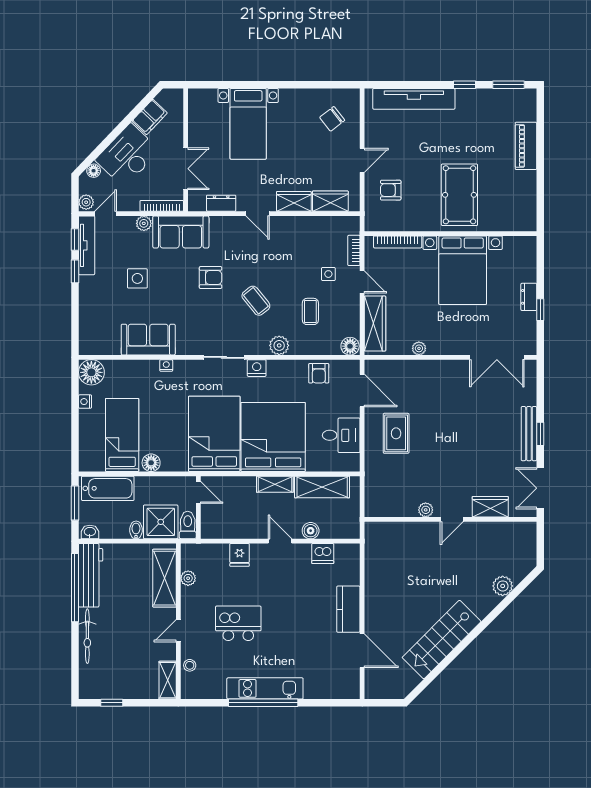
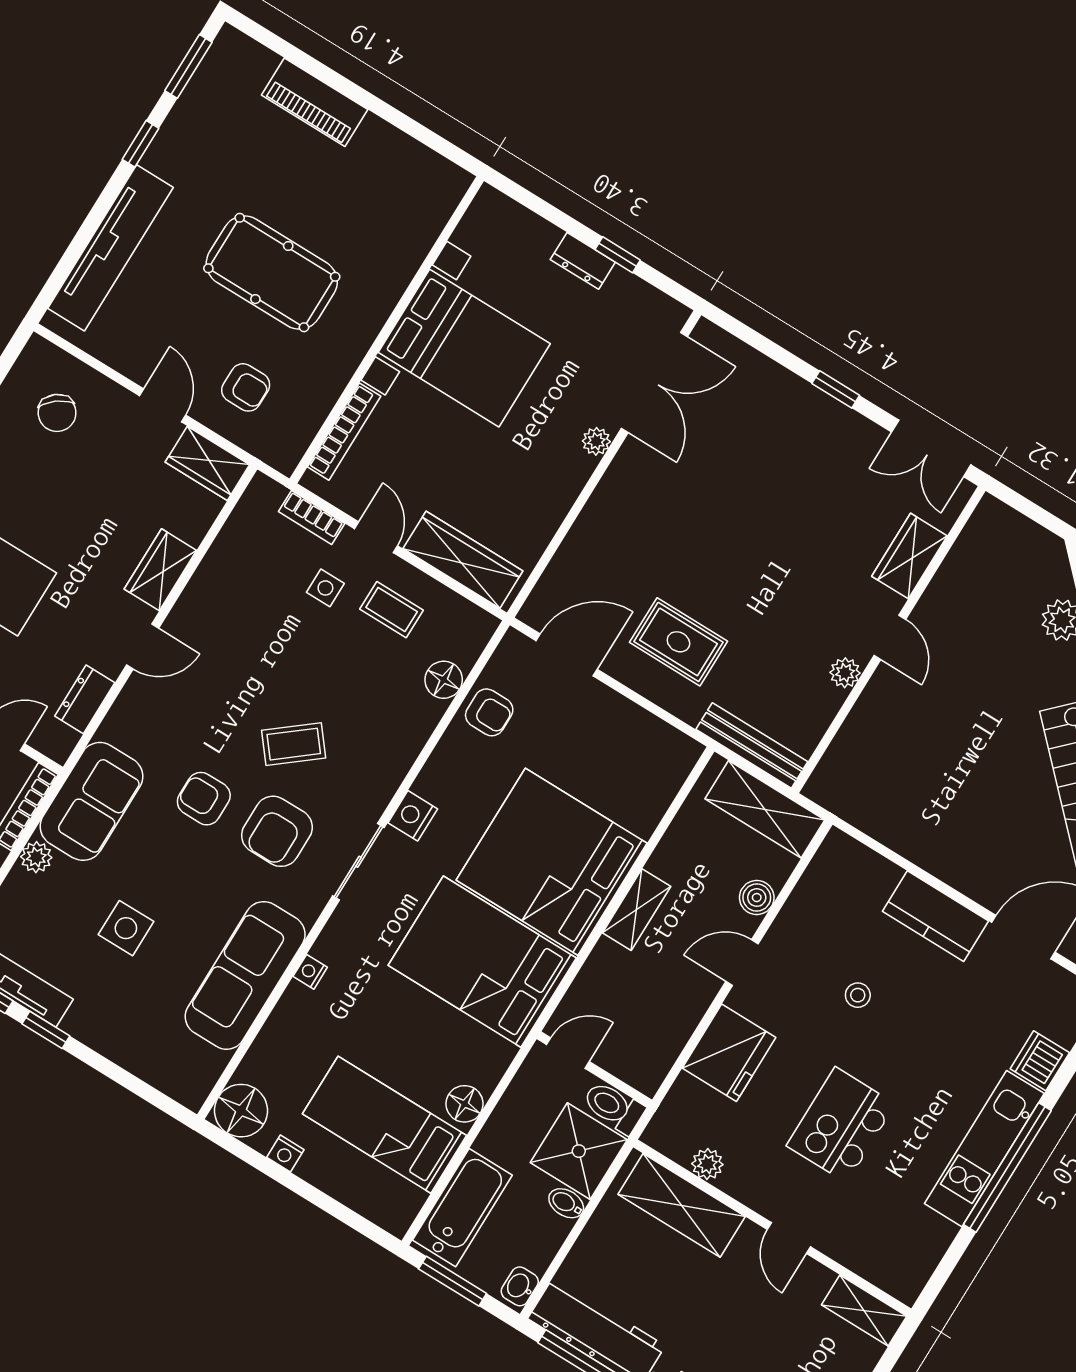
armchair: (391, 190) -> (246, 387), turned -90
pool table: (459, 195) -> (272, 273), moved
wardrobe: (330, 201) -> (207, 463), moved, turned -90
armchair: (211, 278) -> (204, 799), turned -90
door: (362, 282) -> (376, 537), hinge flipped
coffee table: (310, 311) -> (392, 610), moved
armchair: (216, 316) -> (277, 831), added
sofa: (148, 340) -> (245, 975), width x1.36
plant: (279, 345) -> (397, 752), removed
floor lamp: (350, 346) -> (444, 680), moved
plant: (419, 348) -> (596, 441), moved
bench: (529, 434) -> (752, 746), moved
desk: (341, 435) -> (622, 740), removed
shelving: (322, 487) -> (765, 809), moved, turned 90
dishwasher: (323, 554) -> (1040, 1061), moved, turned 180
fridge: (240, 555) -> (729, 1053), width x1.88, depth x1.34
stool: (190, 665) -> (858, 995), moved

